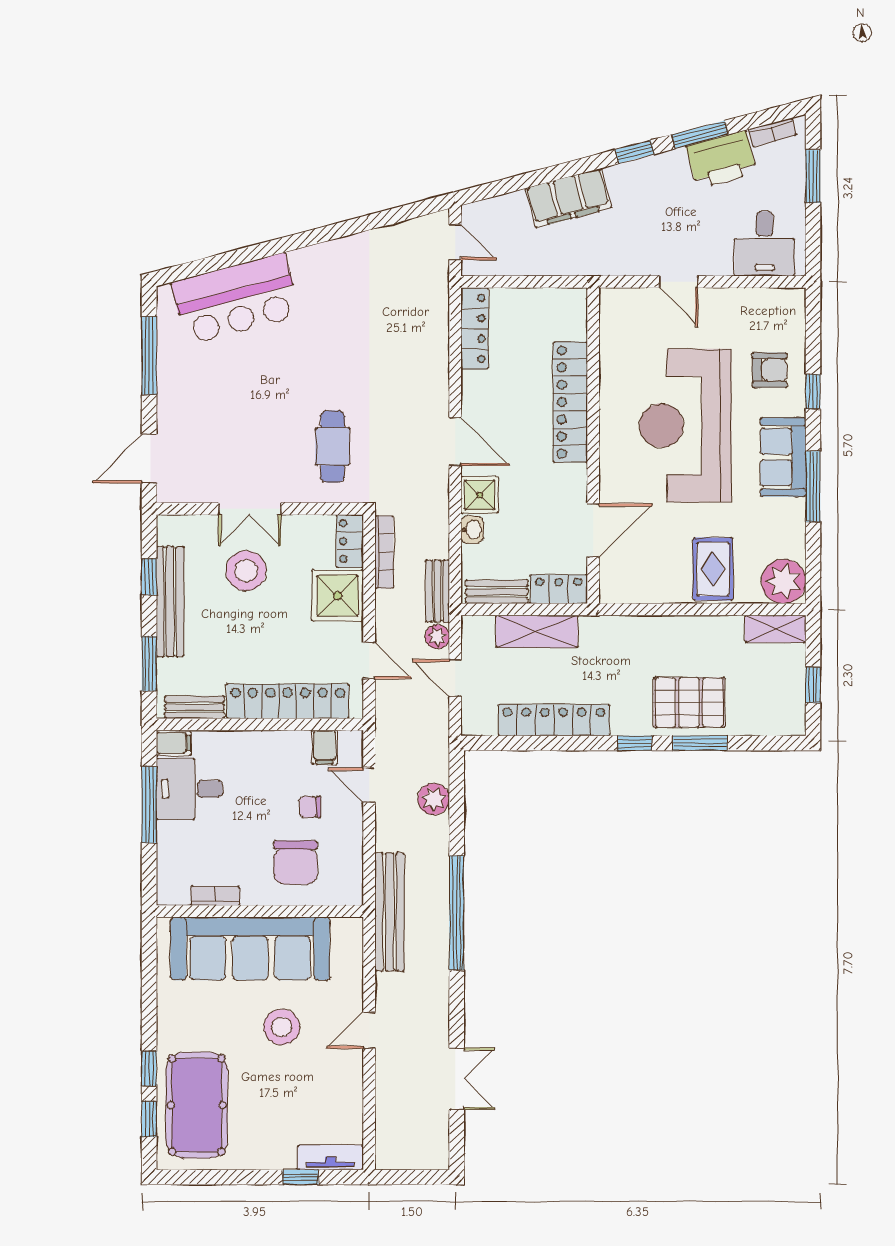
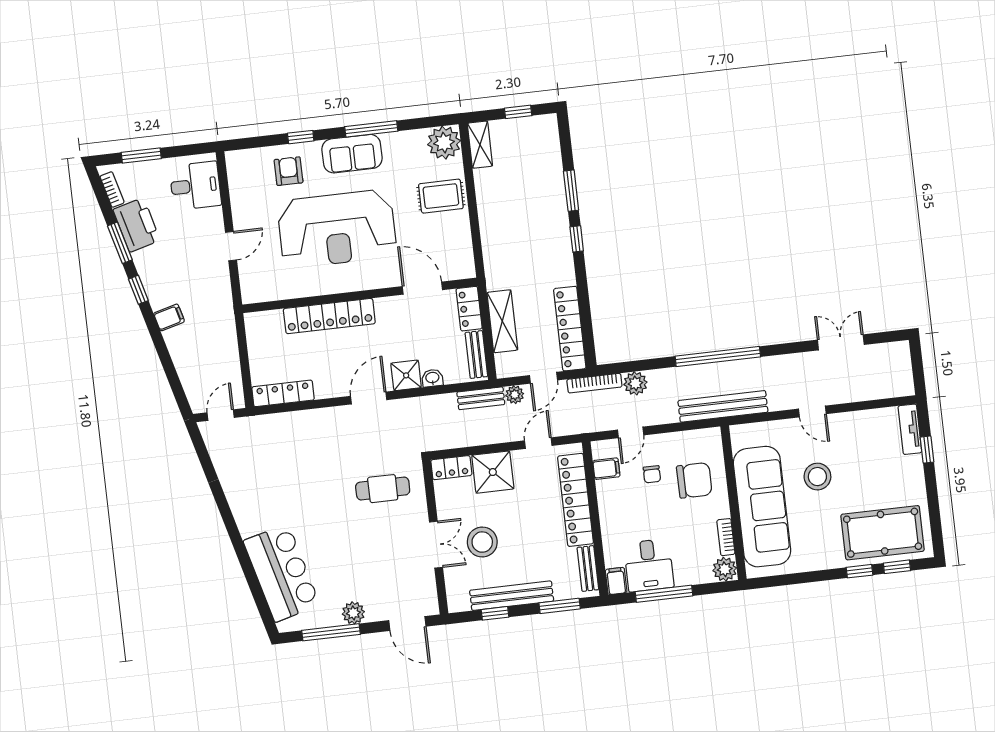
filing cabinet: (568, 198) -> (169, 317), width x0.33, depth x0.86
plant: (171, 388) -> (353, 613), added
bookcase: (384, 552) -> (594, 383), moved, turned 180
pallet: (689, 702) -> (542, 202), removed
locker: (554, 720) -> (570, 329), moved
plant: (172, 889) -> (725, 569), added

